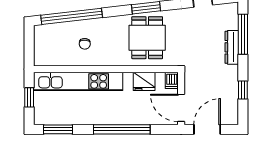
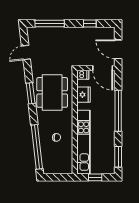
dining table: (147, 38) -> (52, 92), width x1.38
dresser: (232, 47) -> (59, 32), removed
door: (181, 108) -> (103, 68), hinge flipped

